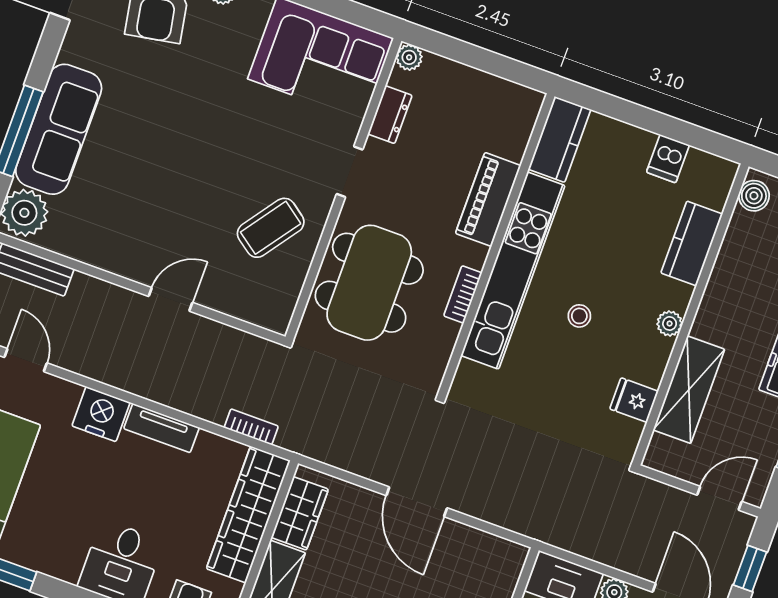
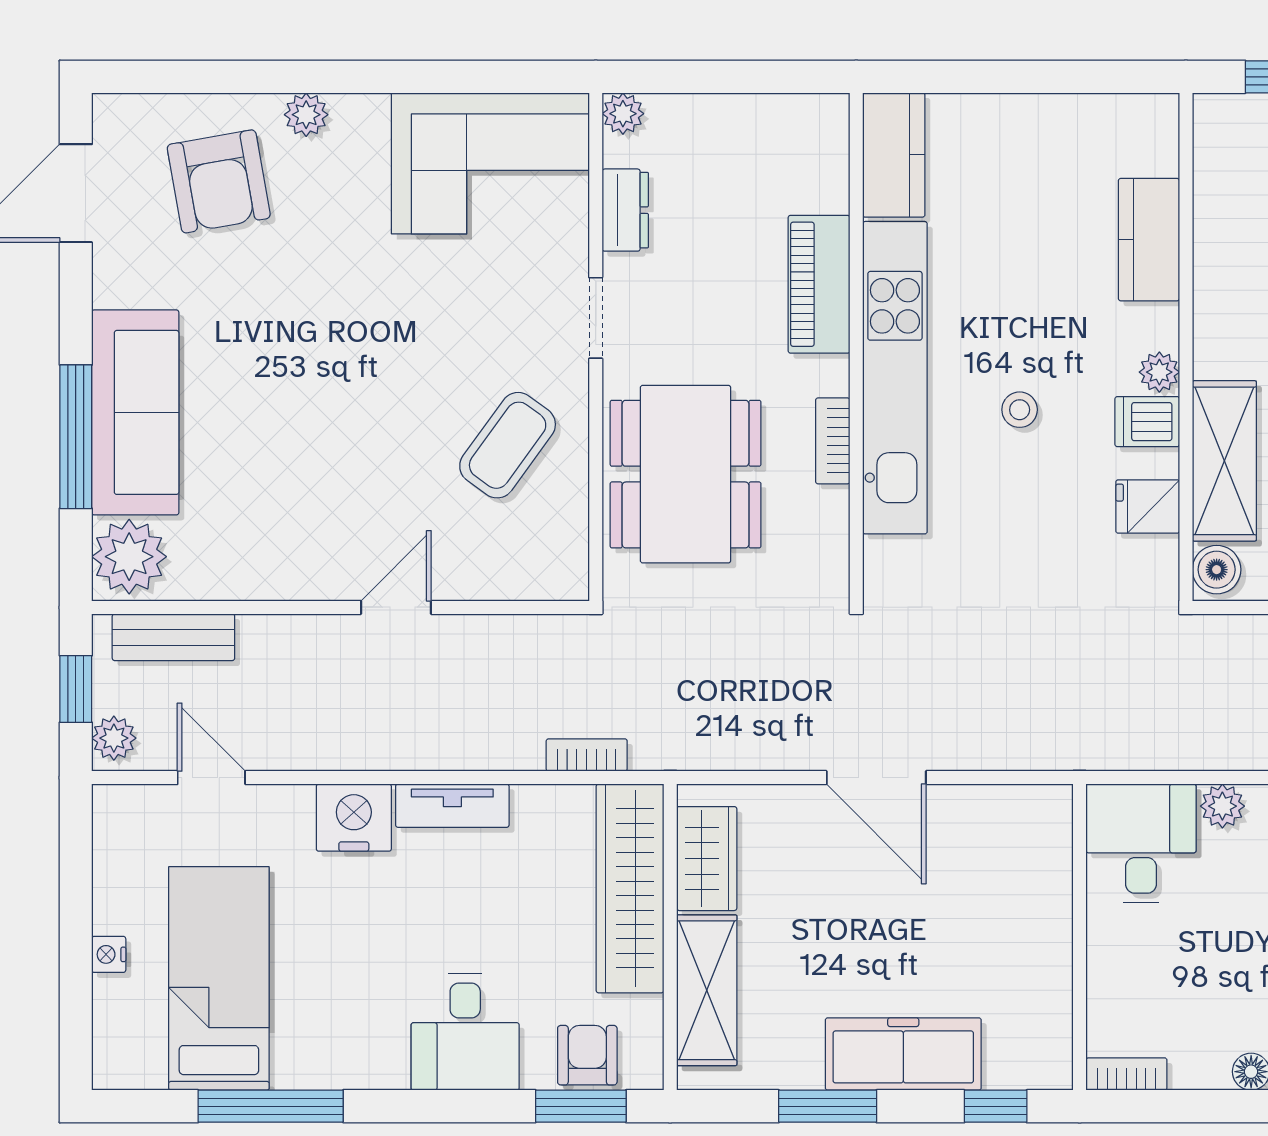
dishwasher: (668, 159) -> (1147, 422), moved, turned 90
boiler: (754, 196) -> (1217, 570), moved

